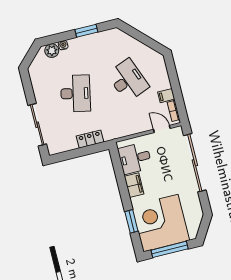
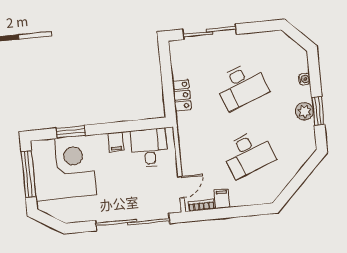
plant: (52, 51) -> (304, 111), moved
desk: (76, 93) -> (242, 86), turned -33
filing cabinet: (134, 185) -> (116, 142), width x0.50

